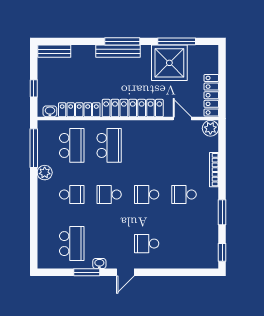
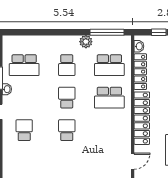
school desk: (184, 194) -> (67, 163), removed

